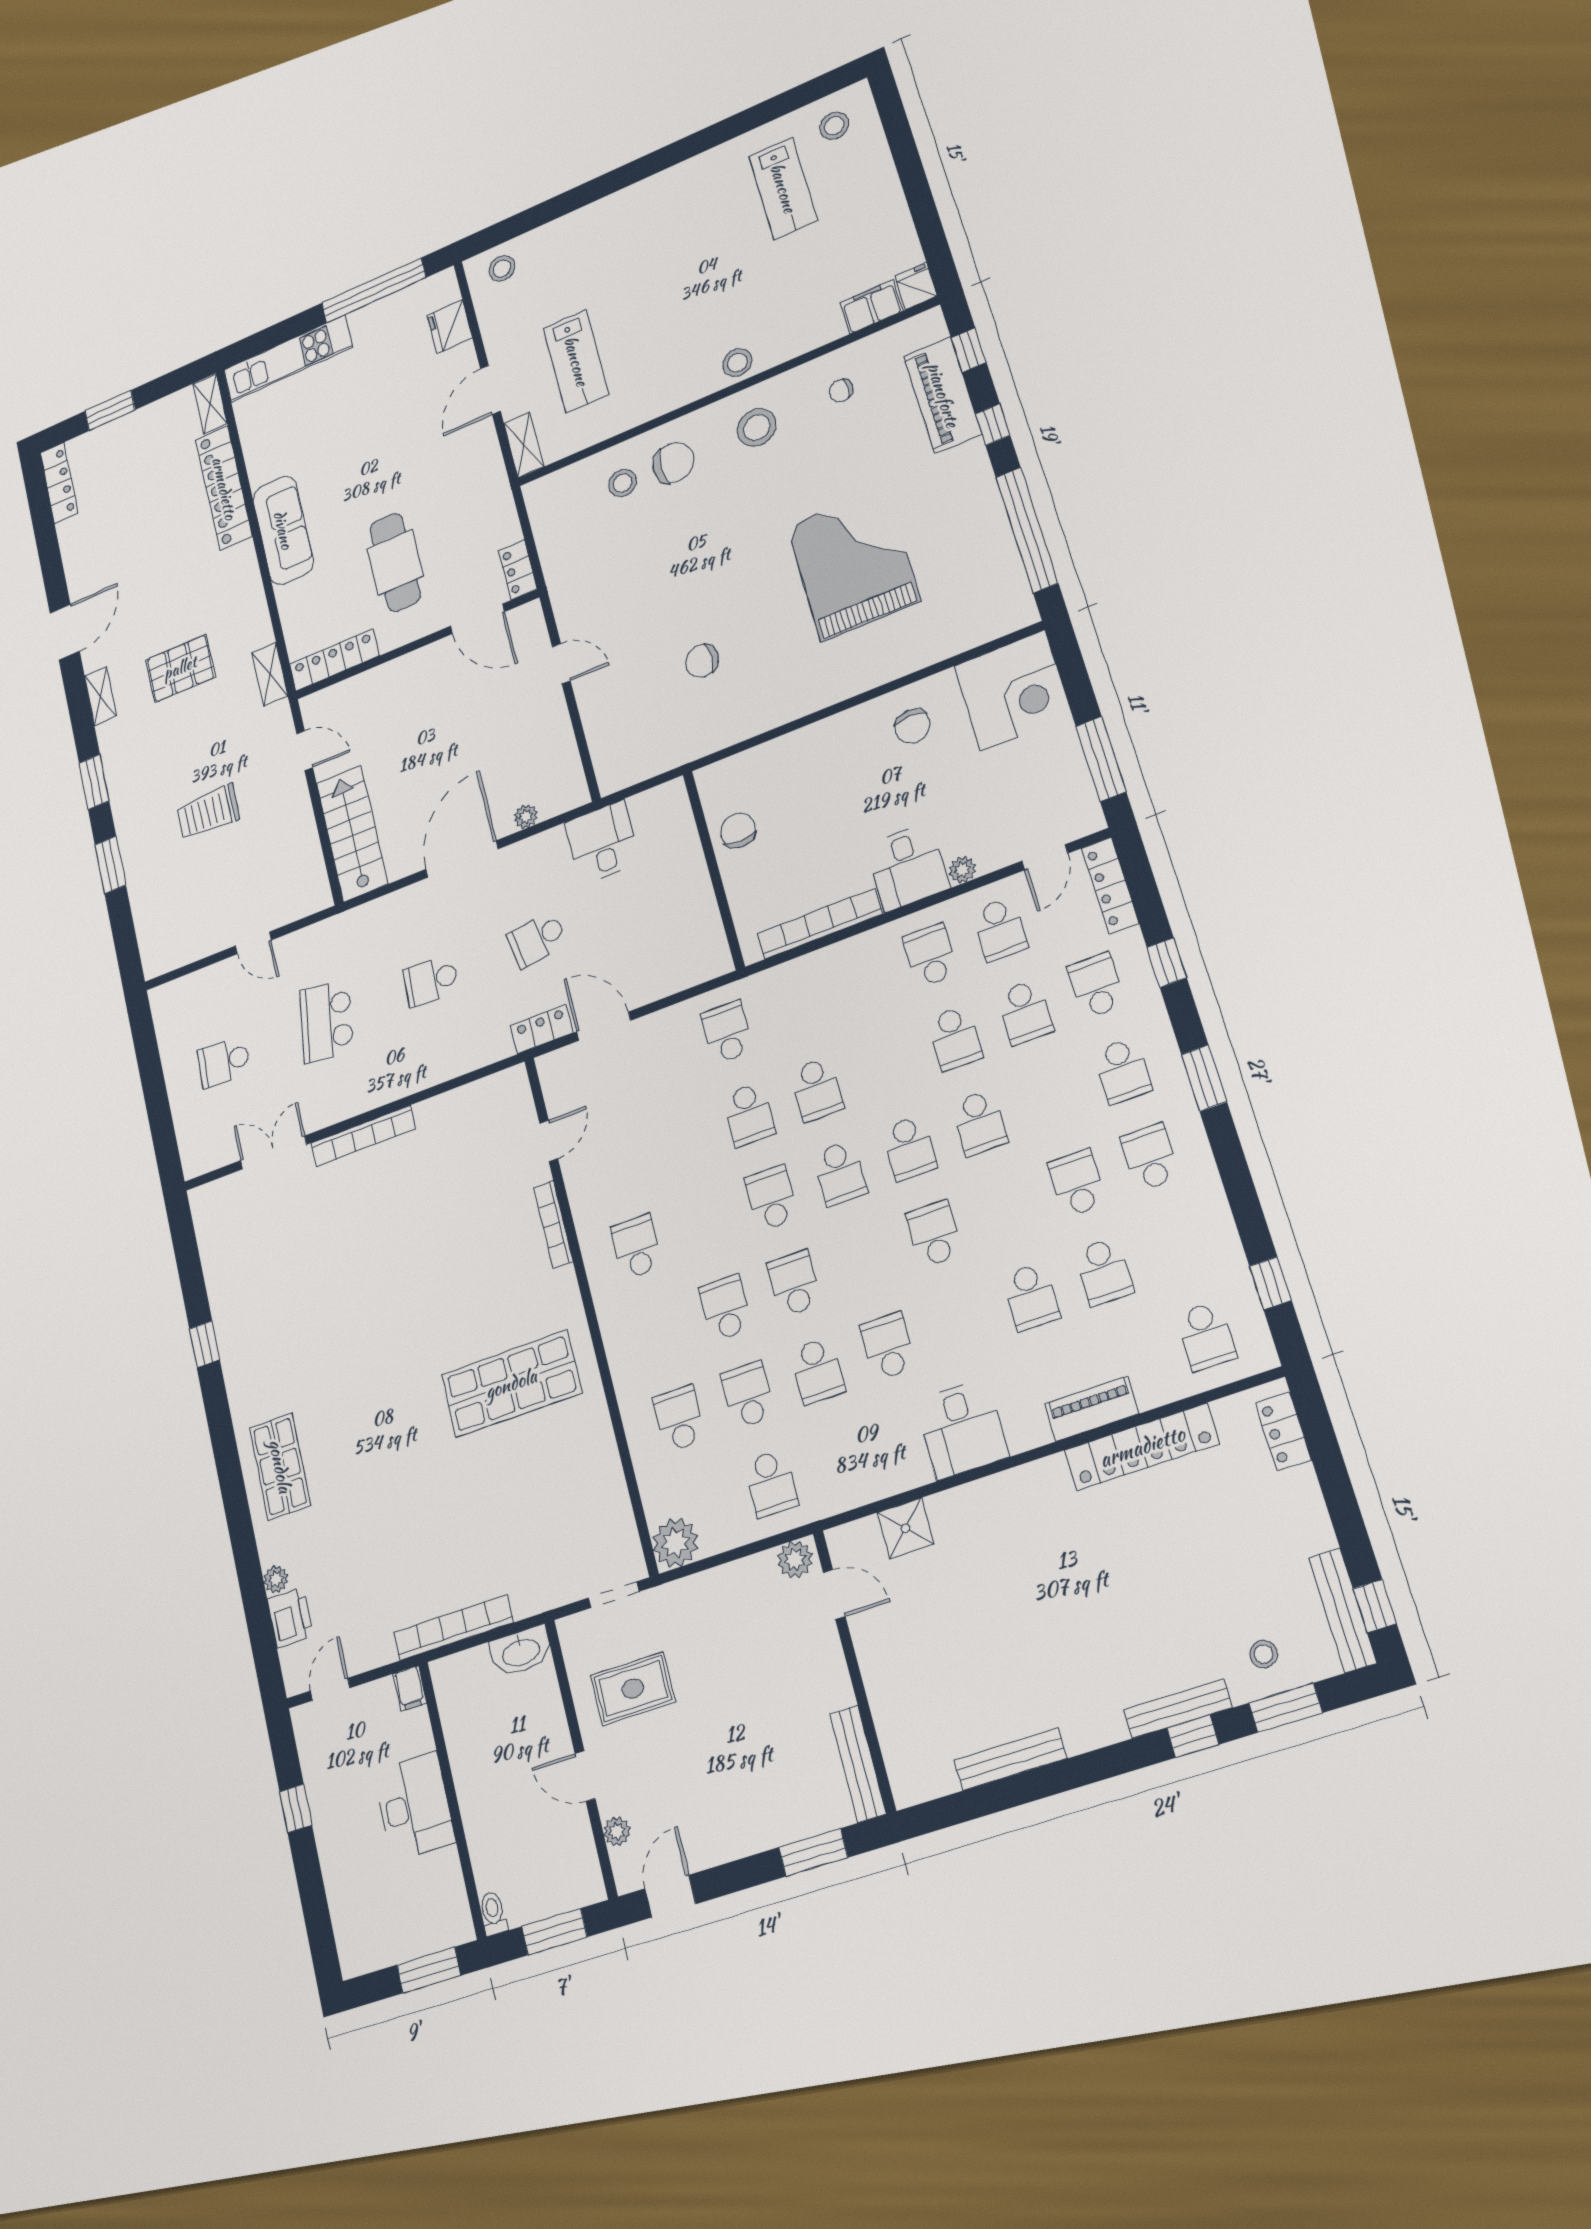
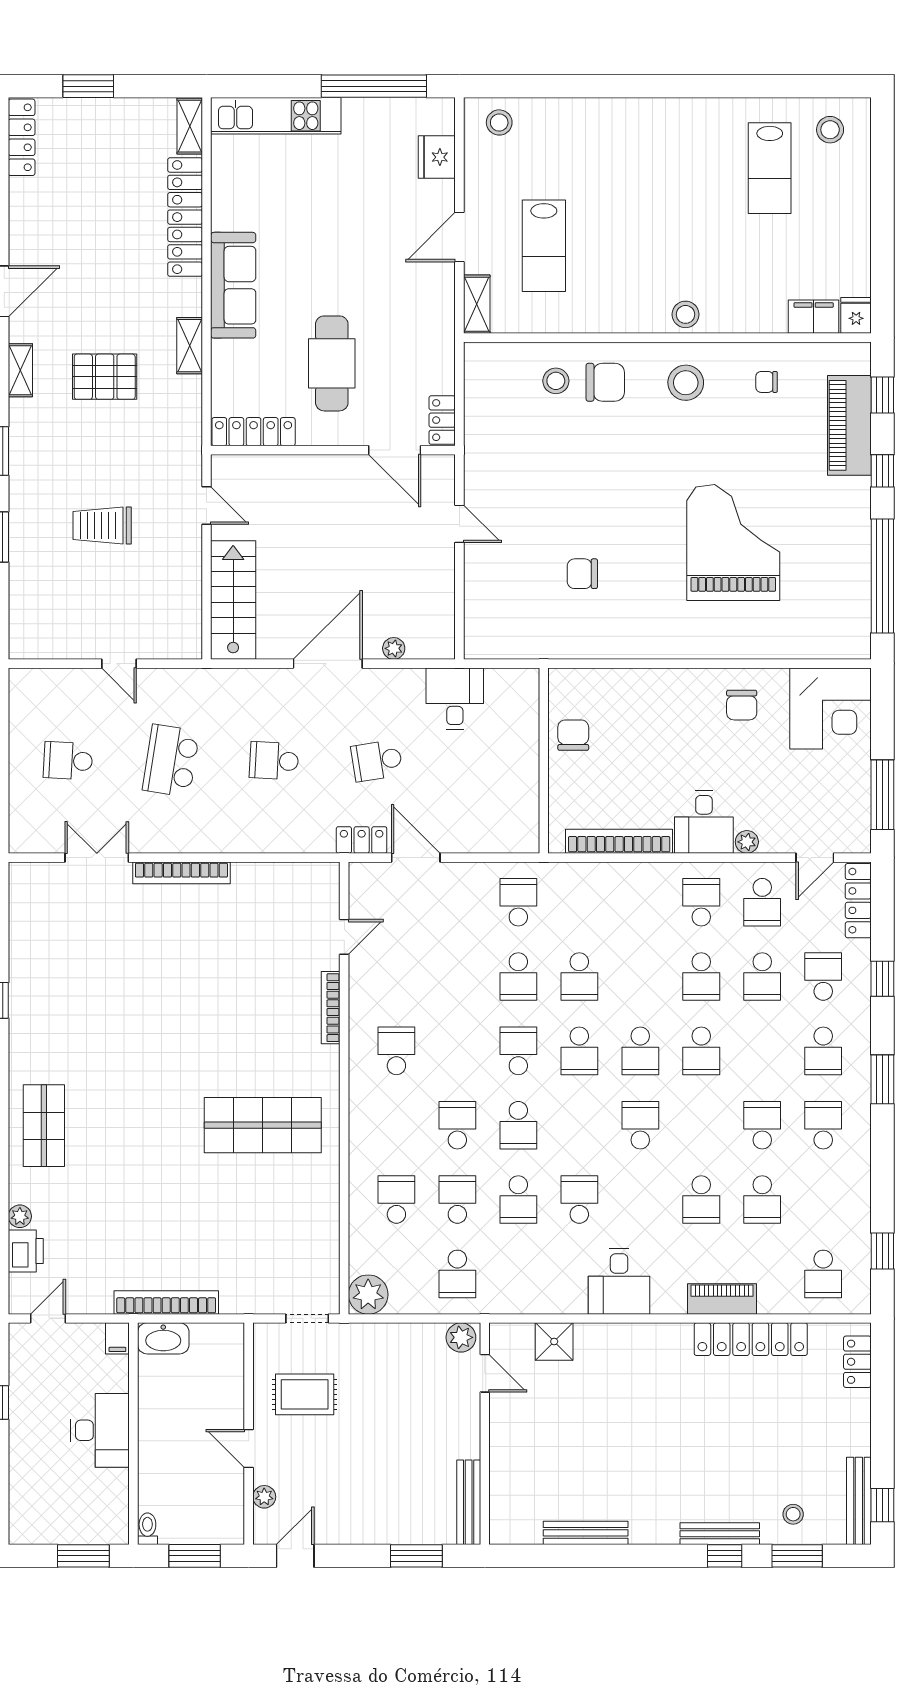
shelving: (270, 674) -> (190, 346), moved
school desk: (794, 1284) -> (518, 1125), turned 180
washbasin: (521, 1651) -> (163, 1338), moved

